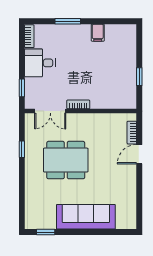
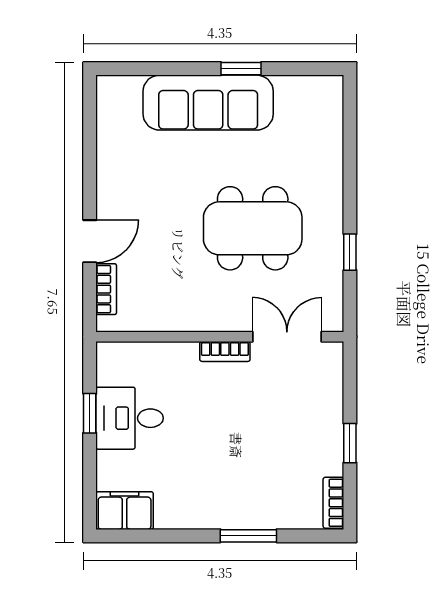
filing cabinet: (98, 33) -> (125, 511), moved, width x2.00
desk: (40, 63) -> (130, 418), moved, turned 180
window: (22, 88) -> (350, 443), moved
window: (46, 232) -> (241, 69), moved

